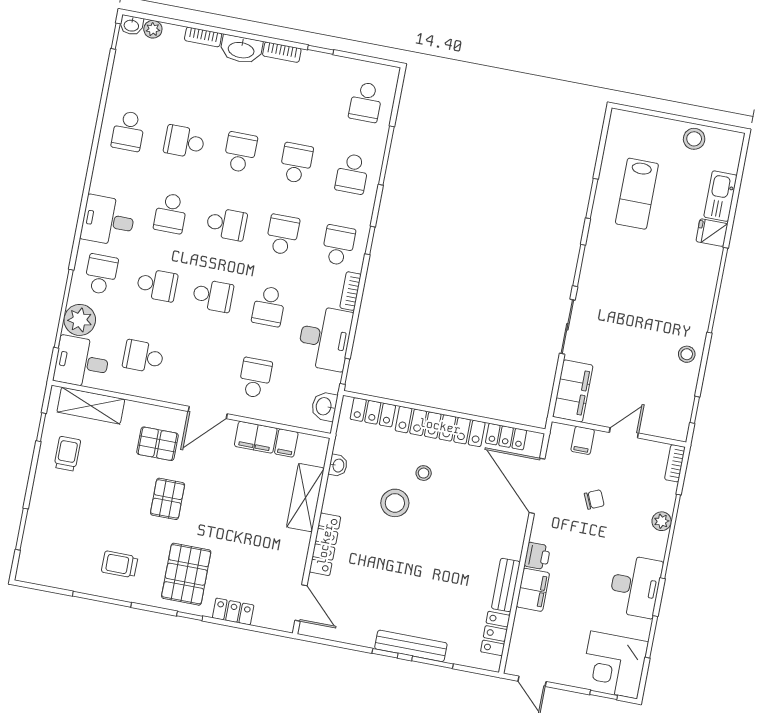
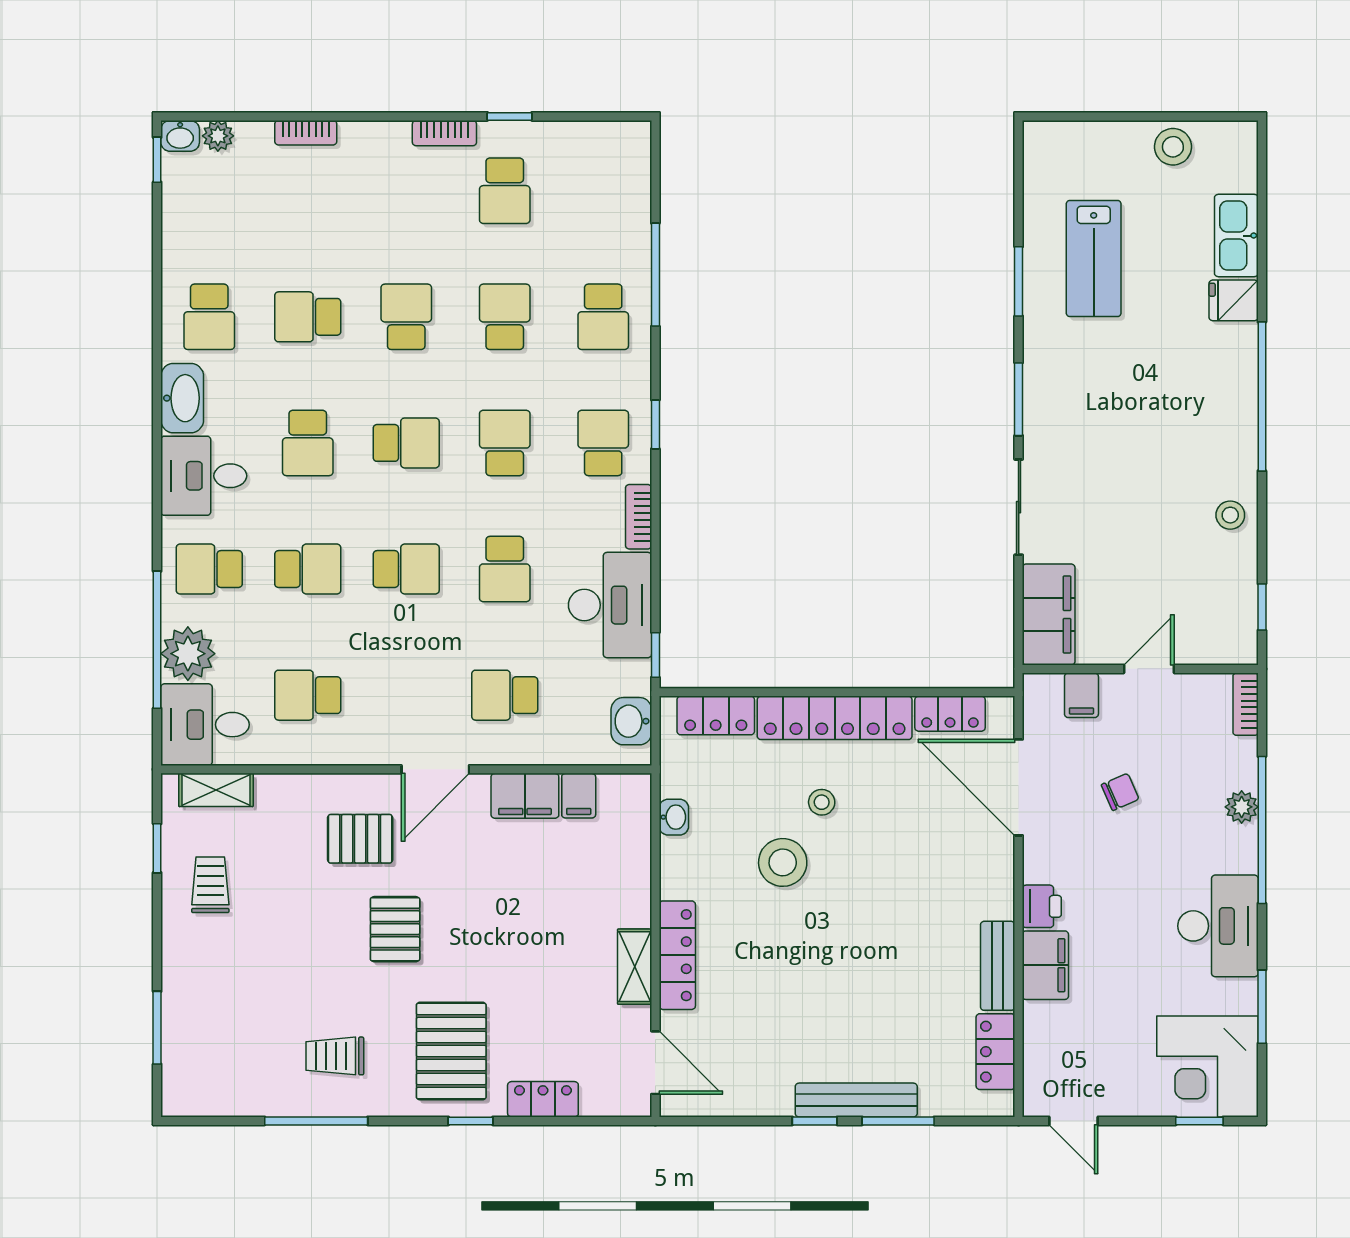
washbasin: (241, 49) -> (182, 398), moved, turned -90
school desk: (366, 102) -> (505, 191), moved
school desk: (101, 274) -> (209, 569), turned -90
school desk: (255, 378) -> (505, 695), turned -90
shelving: (91, 406) -> (216, 790), width x0.67, depth x0.75
shelving: (305, 498) -> (635, 967), moved, width x0.67, depth x0.75

